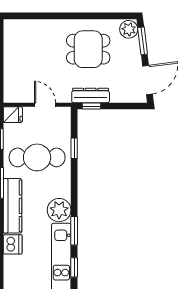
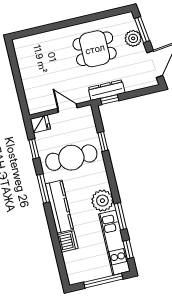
plant: (129, 29) -> (133, 38), moved

